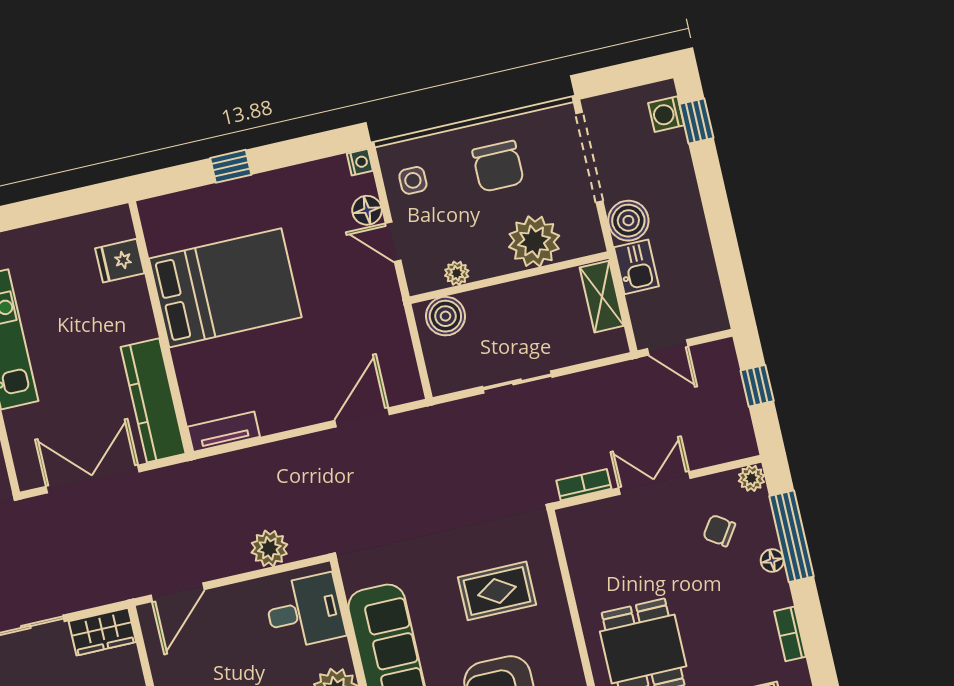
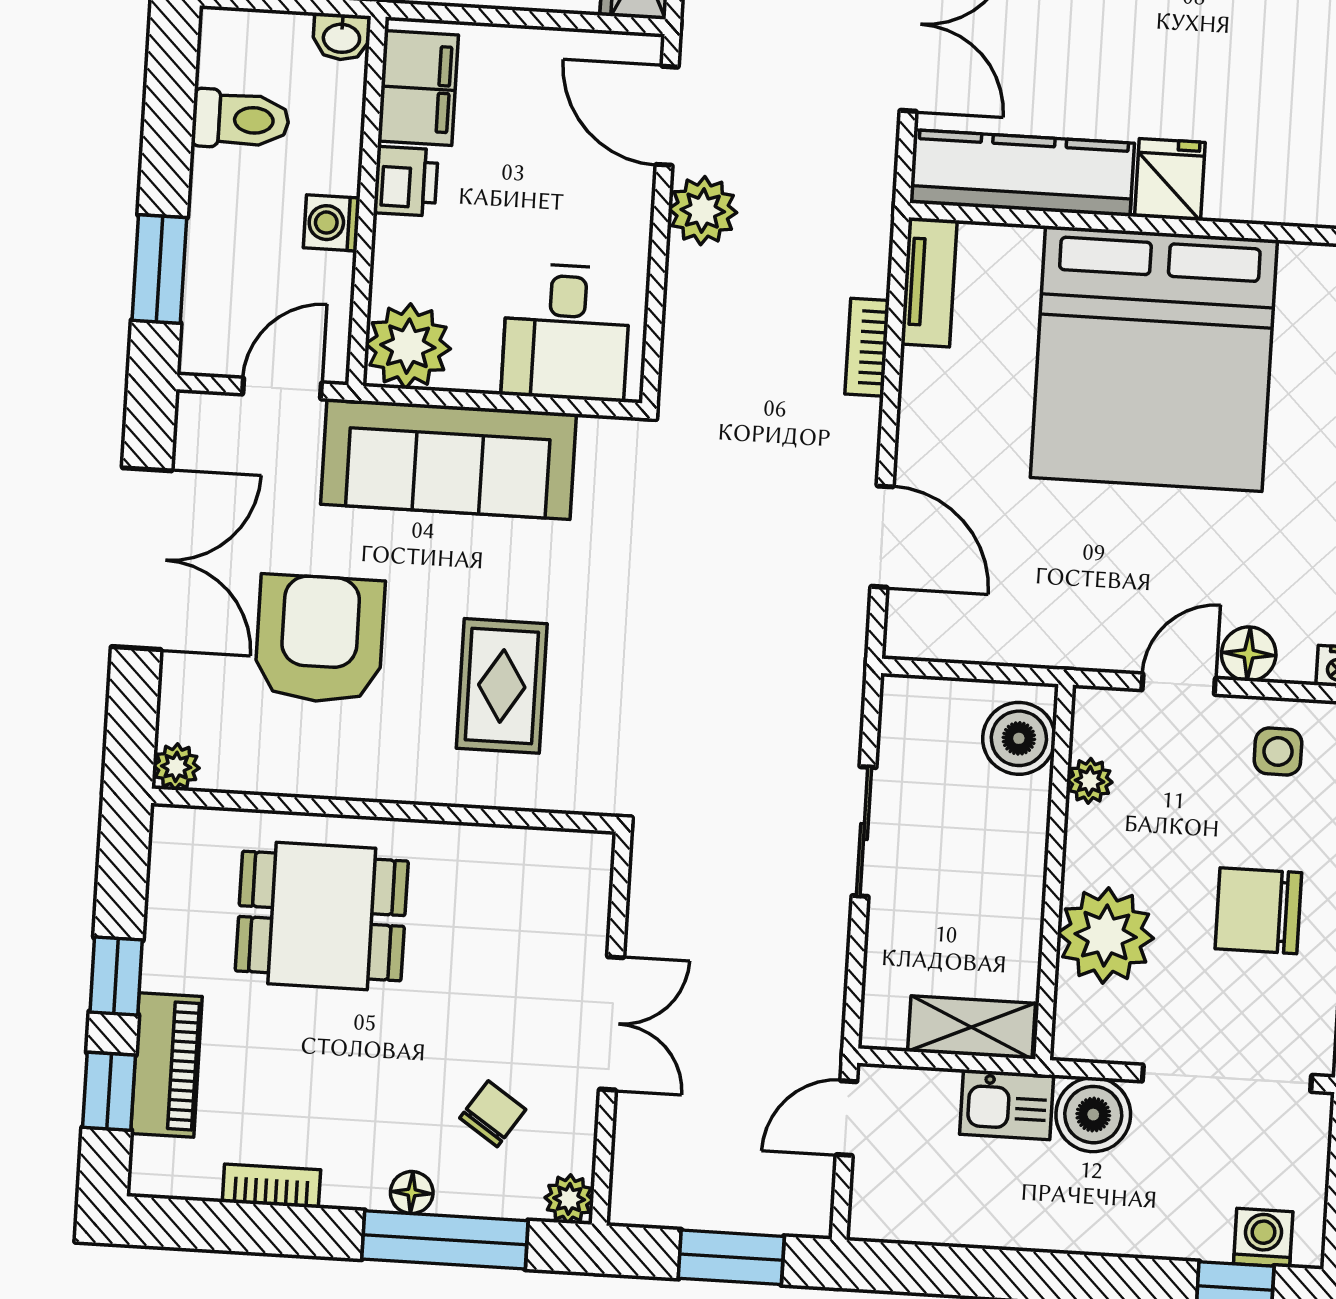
fridge: (120, 261) -> (1170, 180), moved
bed: (225, 288) -> (1154, 359), width x1.36
window: (757, 386) -> (731, 1257), width x1.50
bookcase: (584, 485) -> (867, 347), moved, turned 180
plant: (269, 548) -> (703, 211), moved

